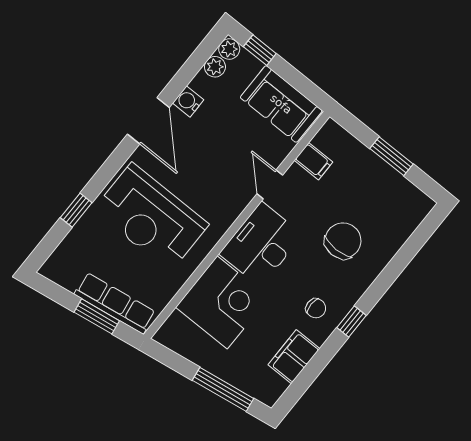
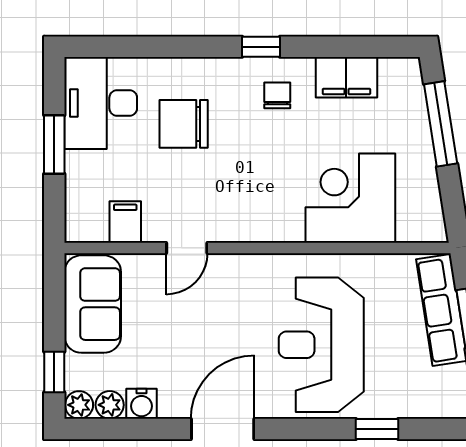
water cooler: (188, 101) -> (141, 404), moved
reception desk: (151, 217) -> (321, 345), turned 180
desk: (261, 244) -> (101, 103), moved, turned 90

